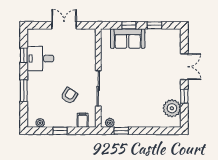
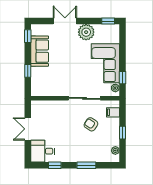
window: (155, 25) -> (28, 36), moved
sofa: (128, 39) -> (40, 51), moved
desk: (40, 59) -> (43, 151), moved, turned 90
window: (184, 96) -> (108, 21), moved
plant: (172, 108) -> (86, 32), moved
corner sofa: (137, 112) -> (105, 63), added

